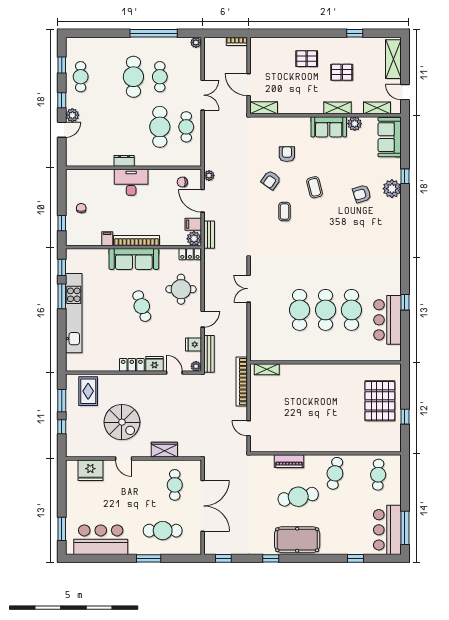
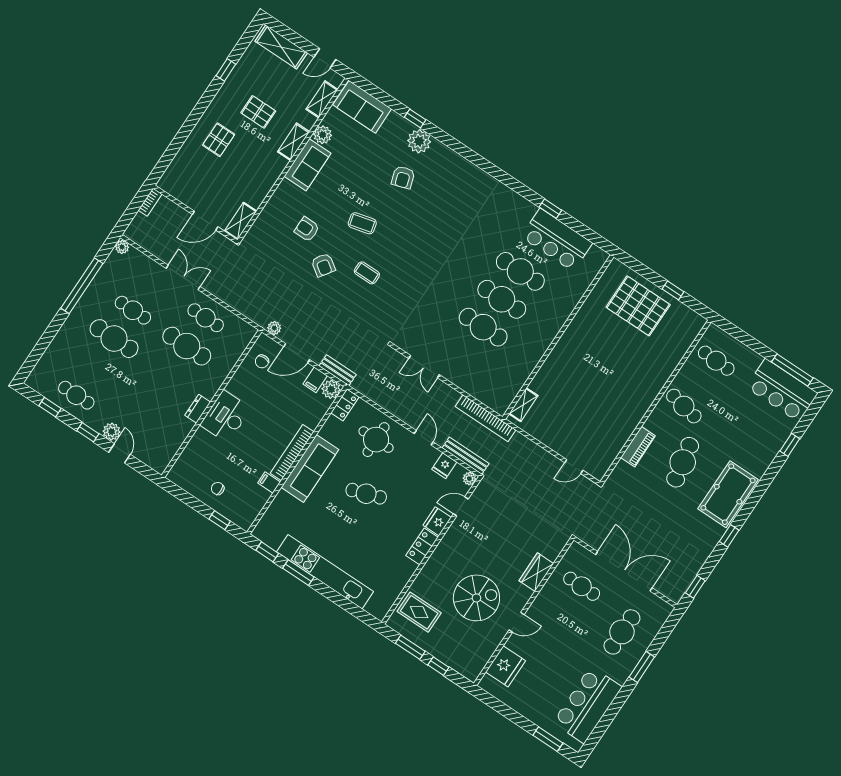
pallet: (342, 72) -> (258, 112), turned 90
bookcase: (242, 382) -> (485, 418), moved

